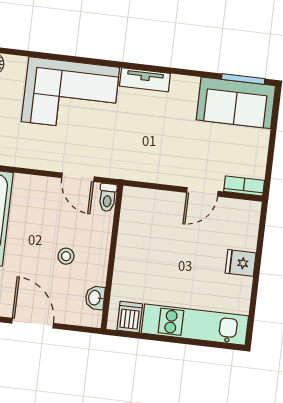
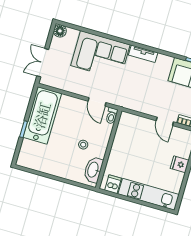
door: (202, 192) -> (165, 121), hinge flipped
washbasin: (95, 298) -> (93, 170), width x1.91, depth x1.45
door: (33, 323) -> (59, 179), removed

